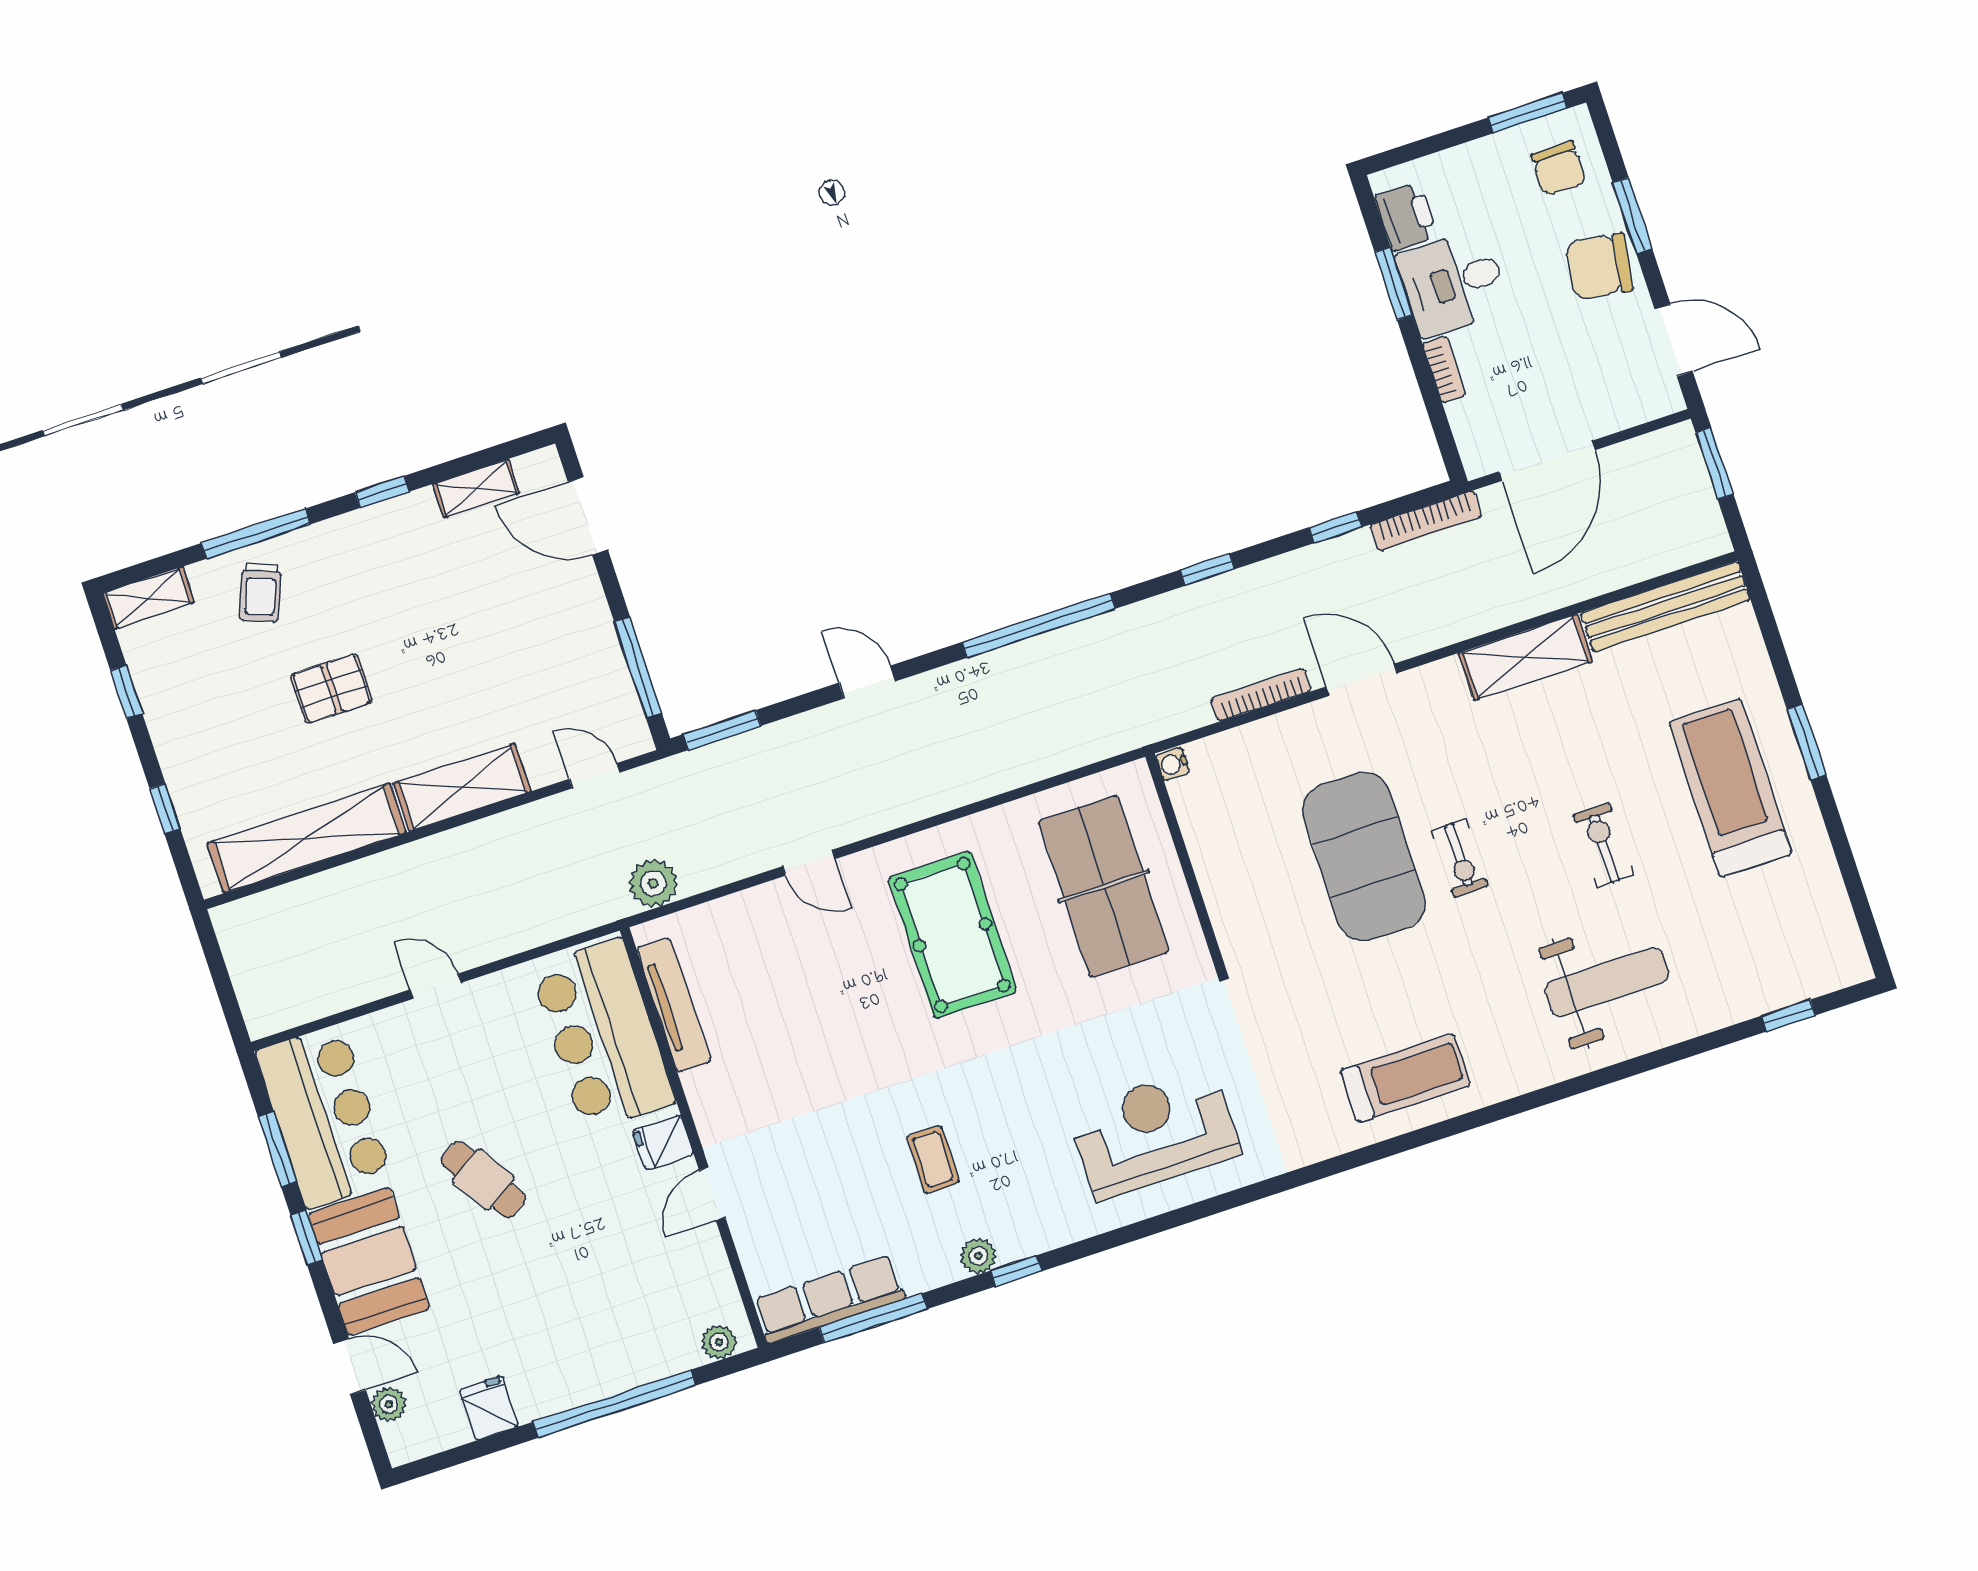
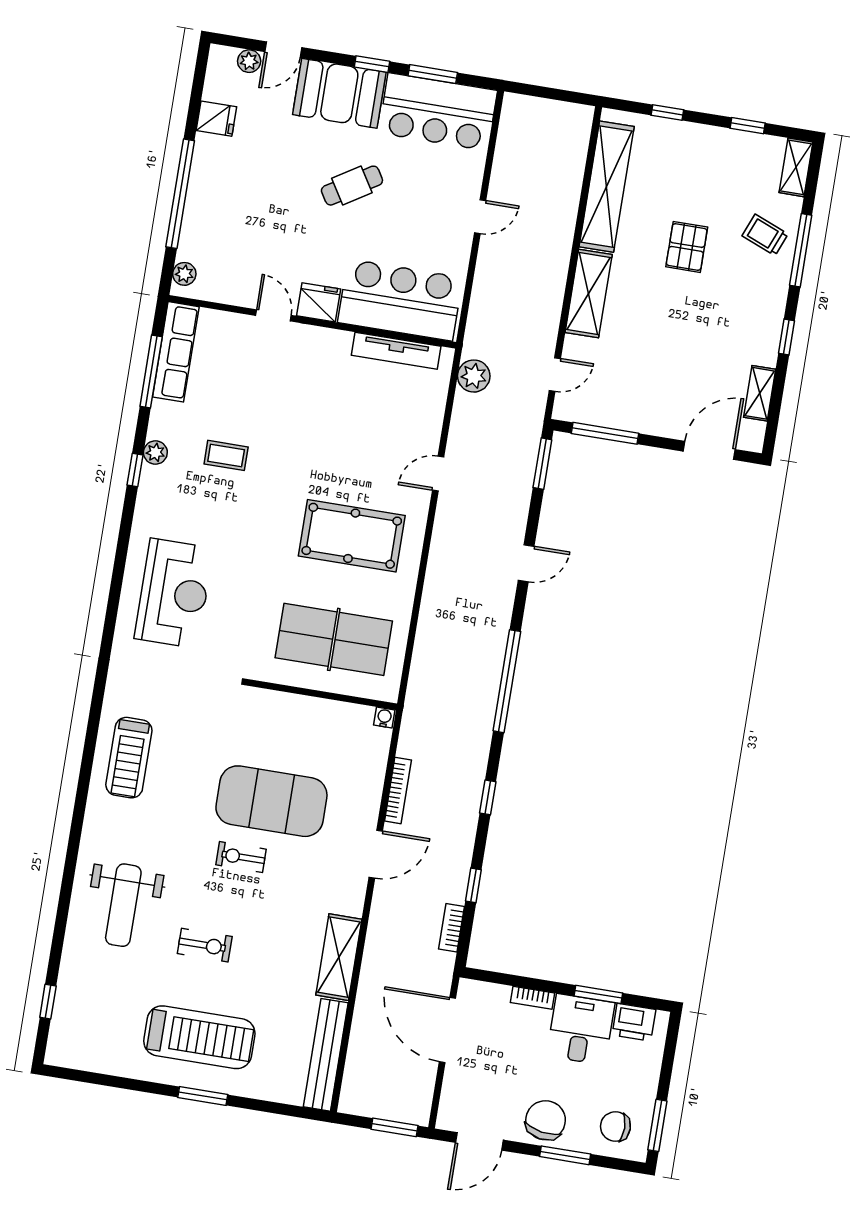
bookcase: (1426, 521) -> (451, 928), width x0.64
fridge: (663, 1142) -> (319, 302), width x1.38

